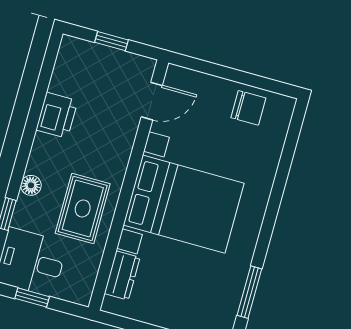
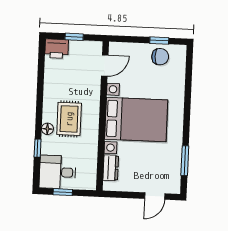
window: (253, 80) -> (159, 41), added
printer: (57, 115) -> (57, 49), moved, turned 90
rug: (83, 209) -> (69, 119), moved

